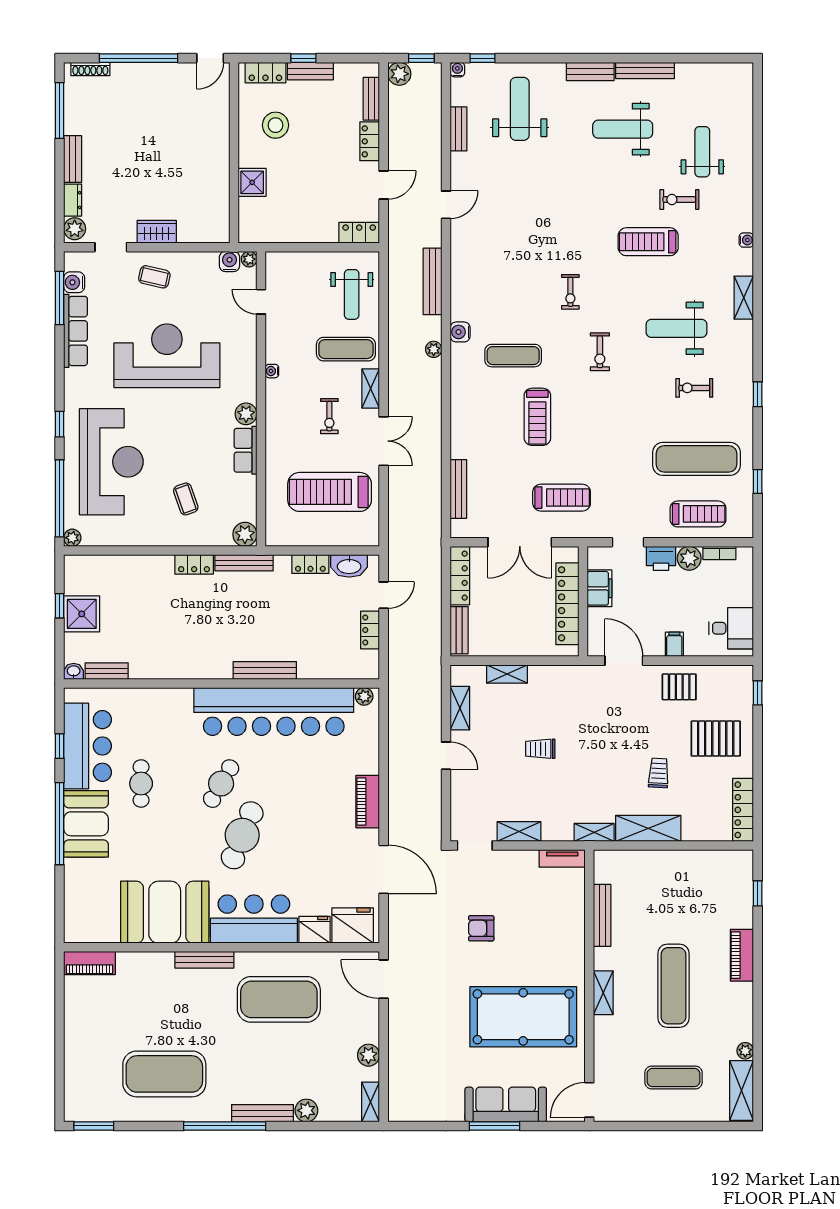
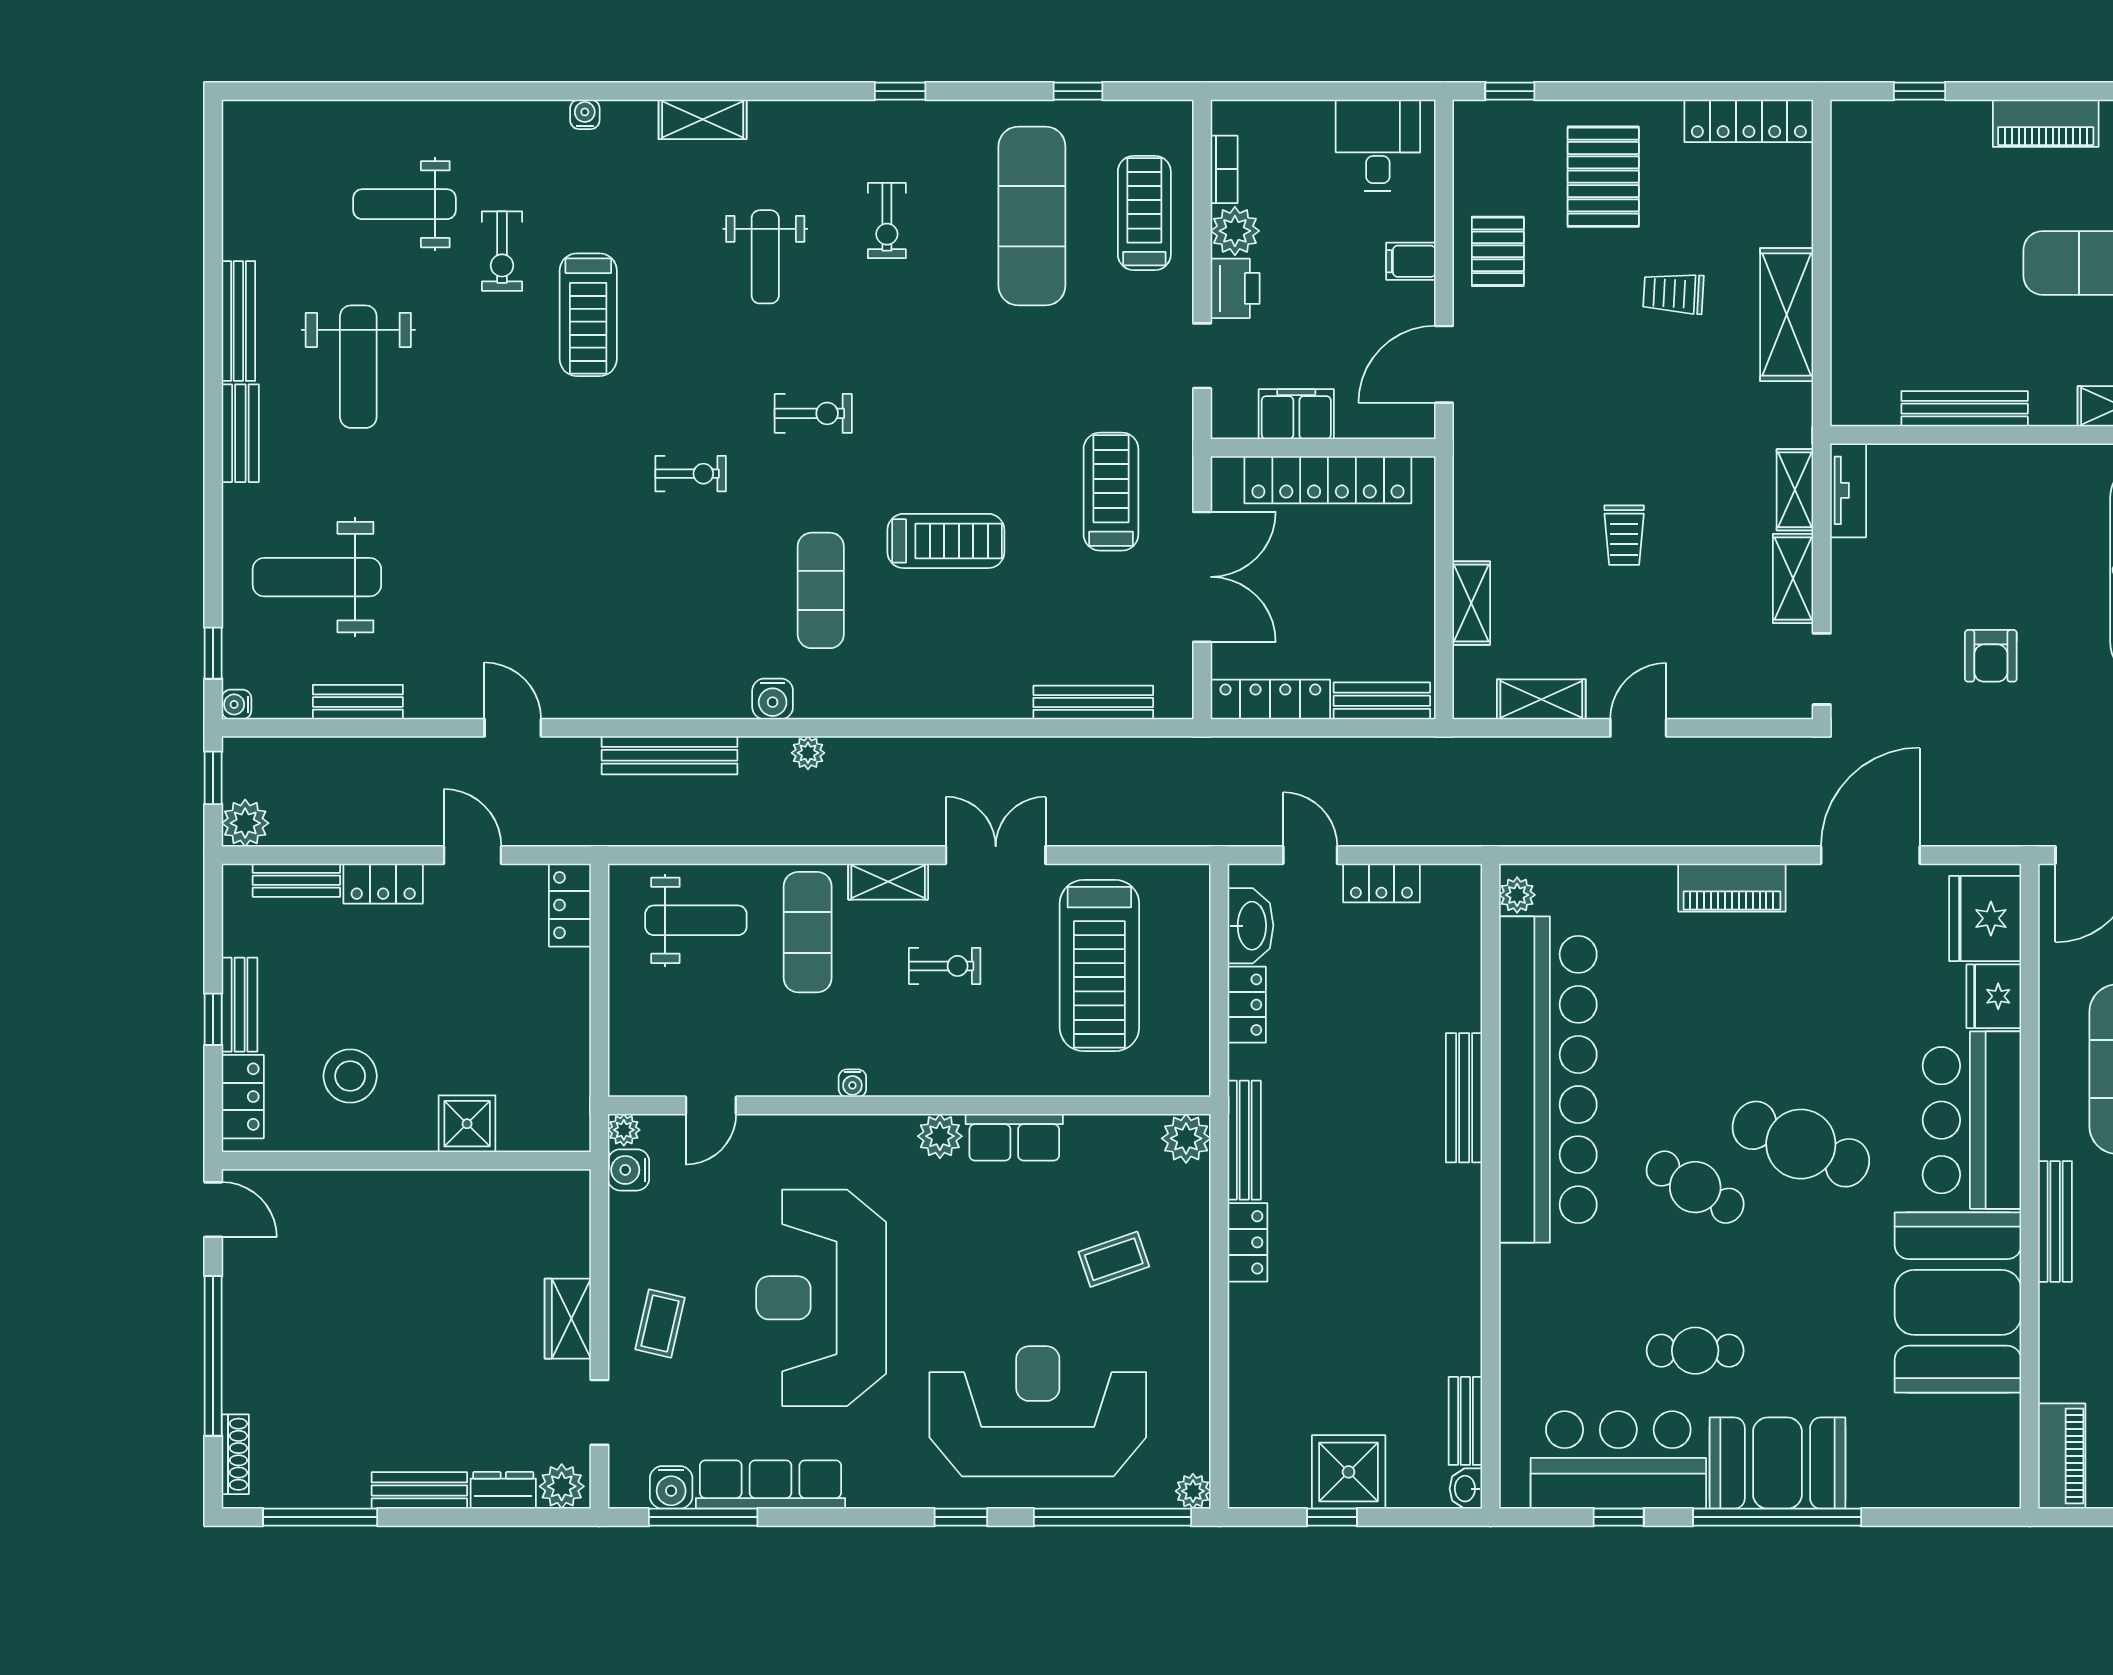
weight bench: (676, 328) -> (765, 257), width x0.73, depth x0.75
shelving: (594, 832) -> (1795, 490), moved

